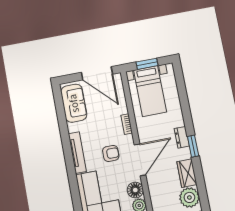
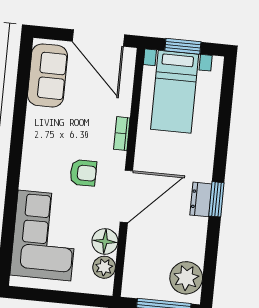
dresser: (182, 137) -> (201, 199), moved
tv unit: (77, 153) -> (31, 156), removed
wardrobe: (187, 173) -> (194, 239), removed

